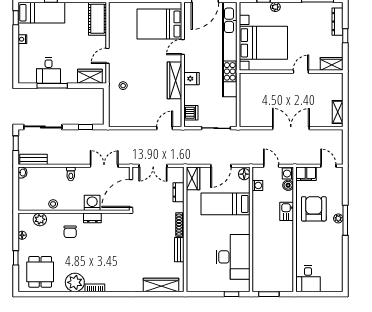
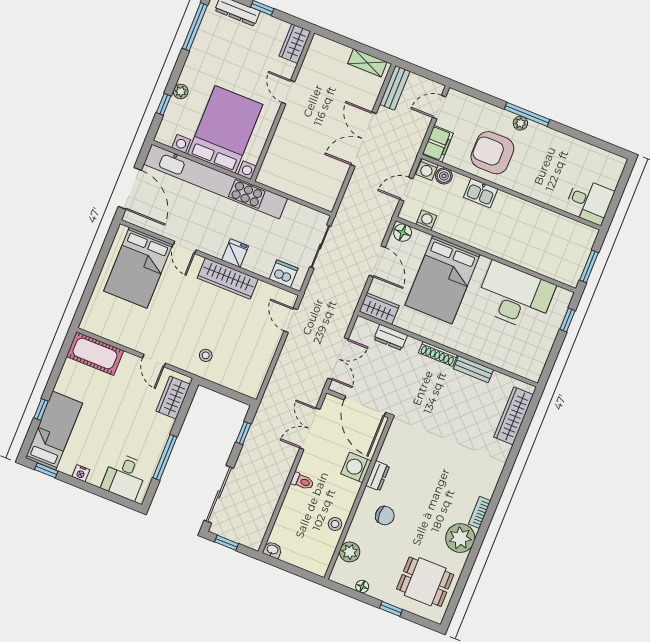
desk: (49, 71) -> (125, 477), moved, turned 90
bench: (33, 159) -> (395, 88), moved
bed: (226, 204) -> (442, 280), width x1.50

